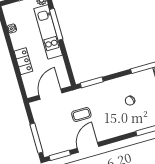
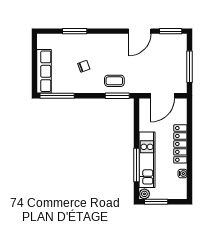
locker: (23, 61) -> (180, 144), width x1.53
coffee table: (81, 114) -> (114, 81), moved
window: (36, 138) -> (190, 67), moved

